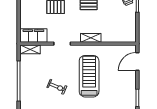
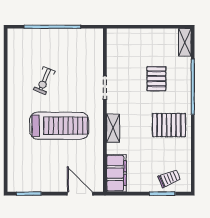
filing cabinet: (33, 35) -> (116, 173), moved
shelving: (30, 49) -> (97, 43), removed

